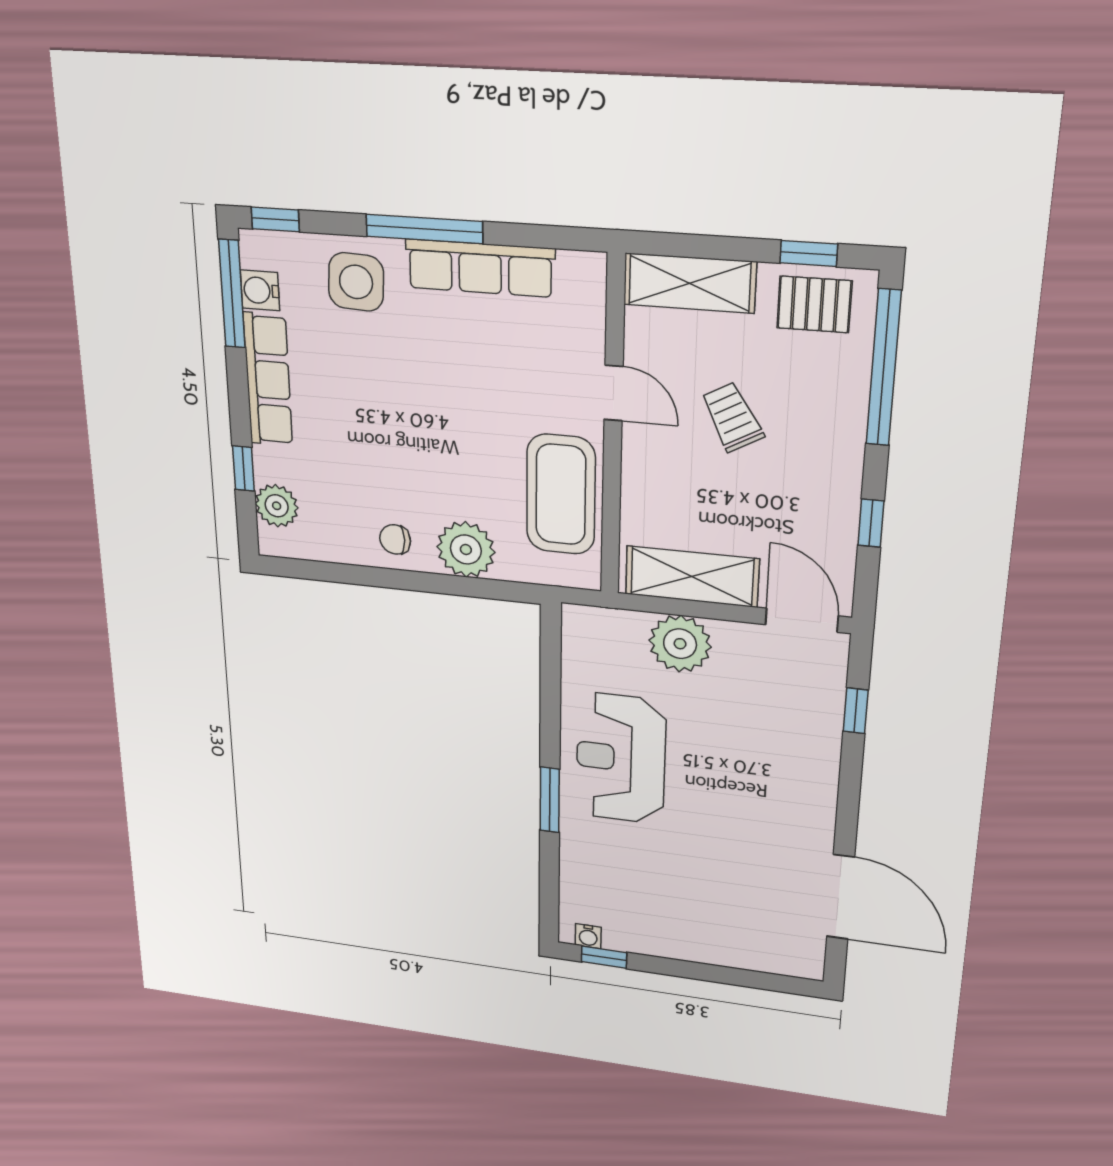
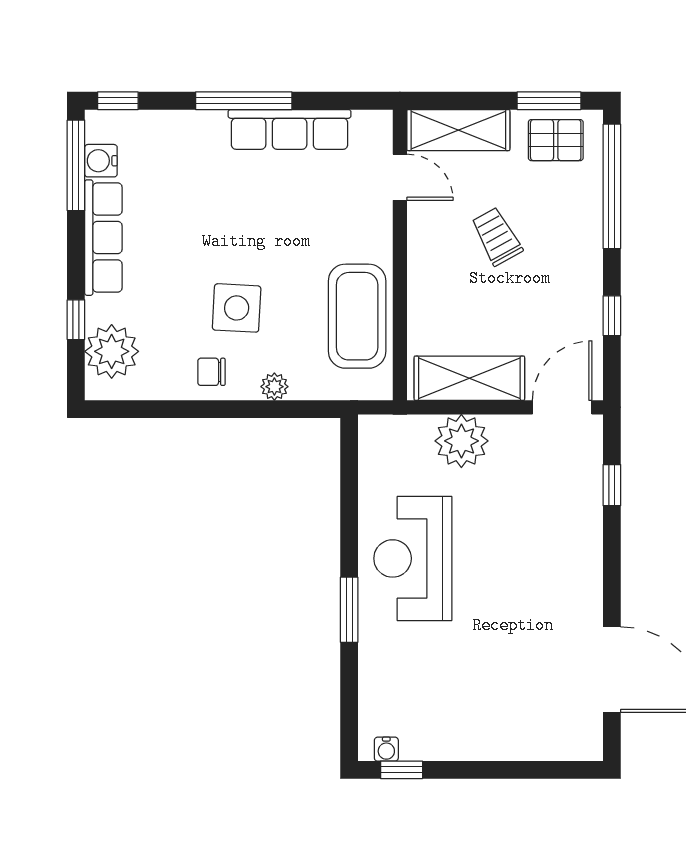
window: (809, 253) -> (549, 101), width x1.50
side table: (356, 282) -> (237, 308), moved
door: (614, 393) -> (400, 177), moved
plant: (277, 506) -> (112, 351), width x1.36, depth x1.36
plant: (466, 550) -> (274, 387), width x0.53, depth x0.53
door: (802, 620) -> (562, 407), hinge flipped

